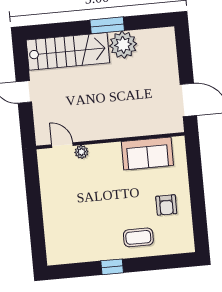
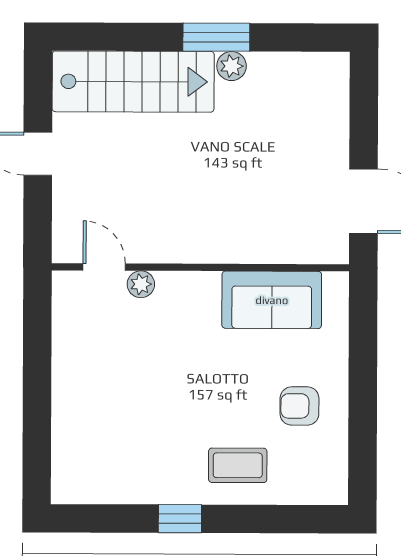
plant: (123, 45) -> (232, 66), width x0.53, depth x0.53
armchair: (166, 205) -> (299, 406), turned 90

